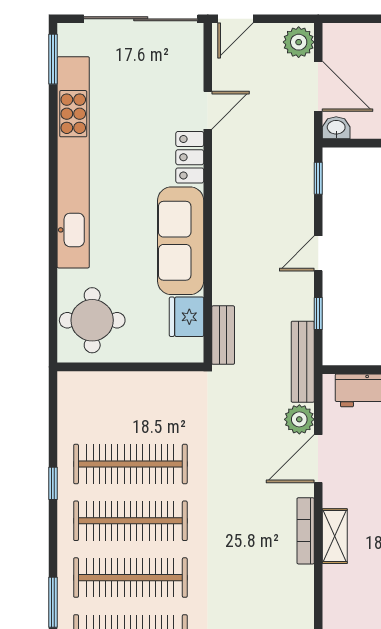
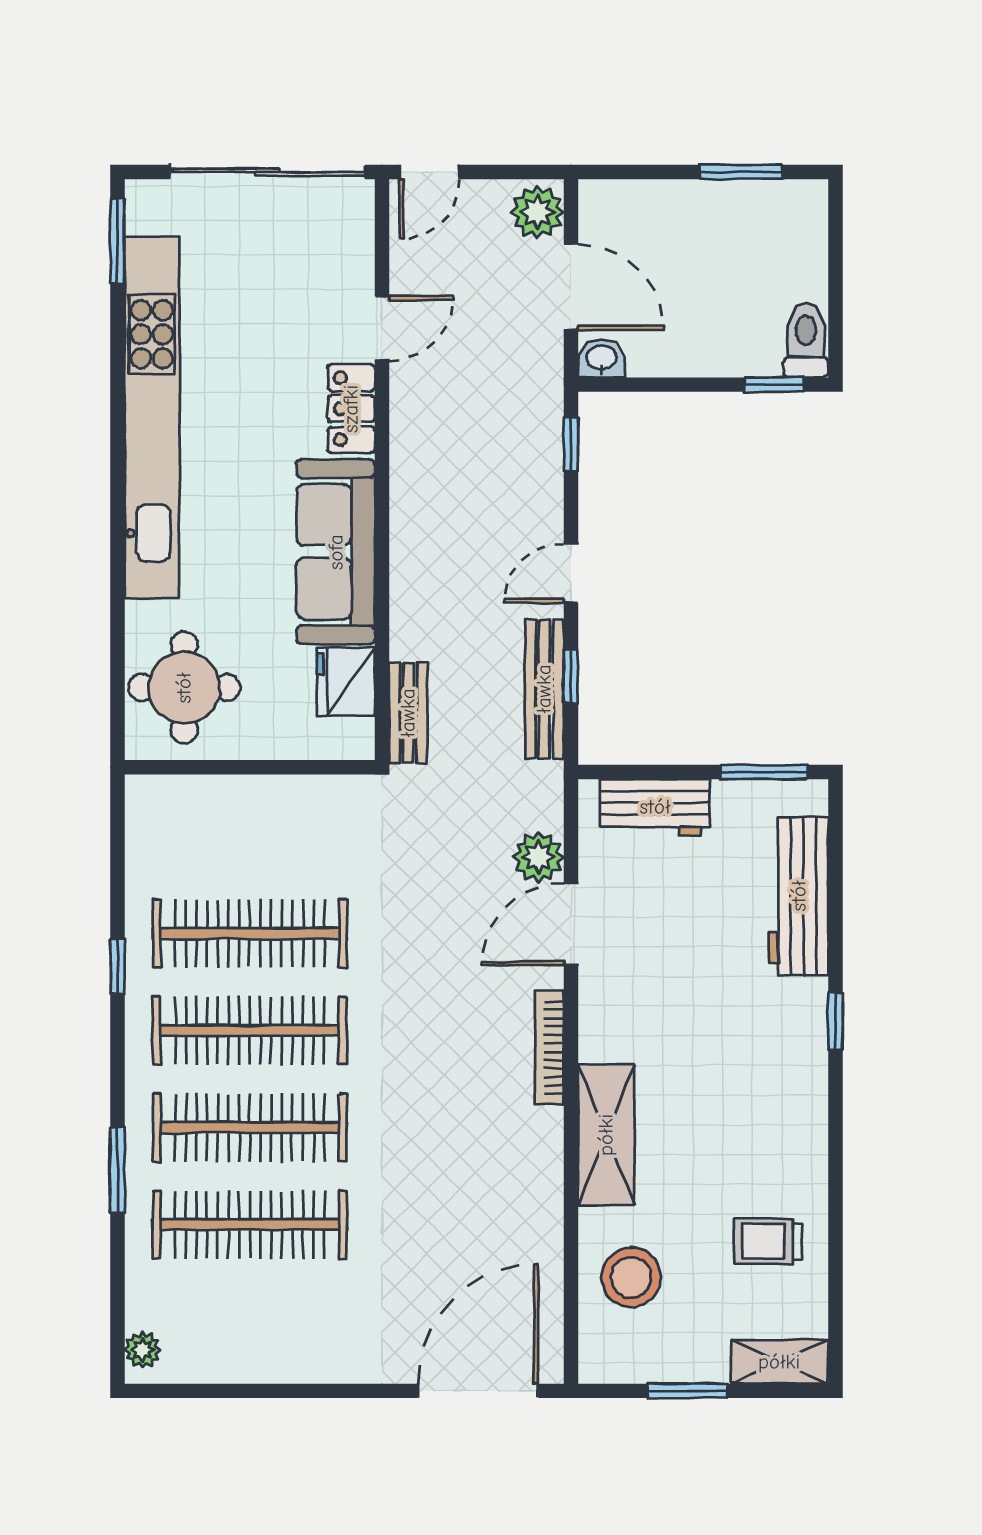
bench: (303, 362) -> (544, 689), moved
shelving: (335, 536) -> (606, 1135), moved, width x1.50, depth x1.33

